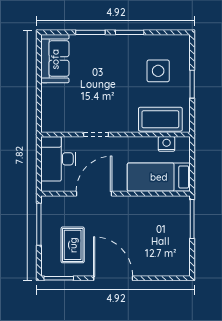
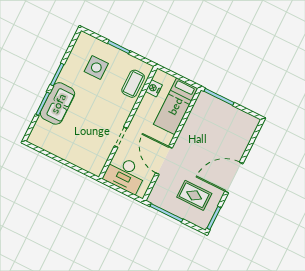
sofa: (55, 59) -> (58, 103), moved, turned 90
coffee table: (160, 119) -> (133, 84), width x0.73, depth x0.76

